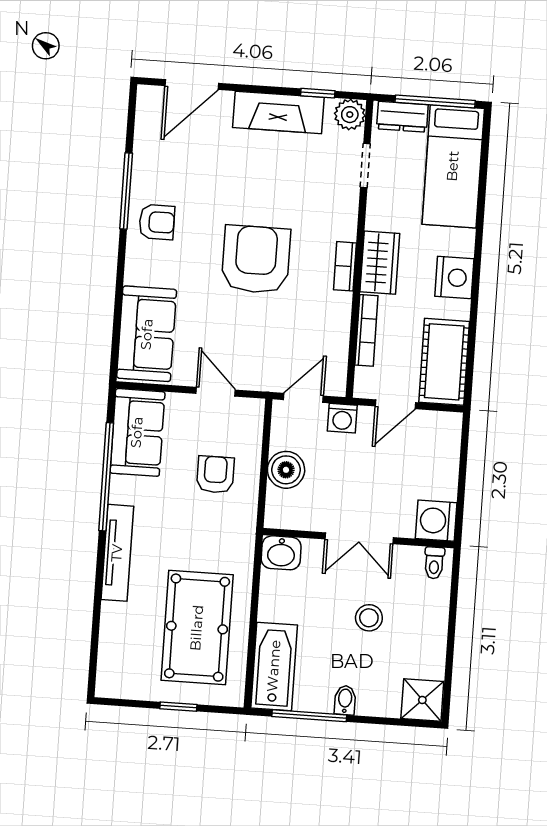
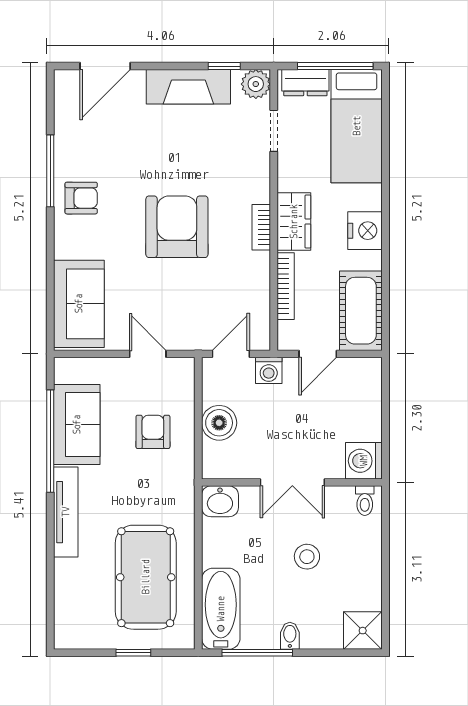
sofa: (137, 432) -> (77, 425), moved

